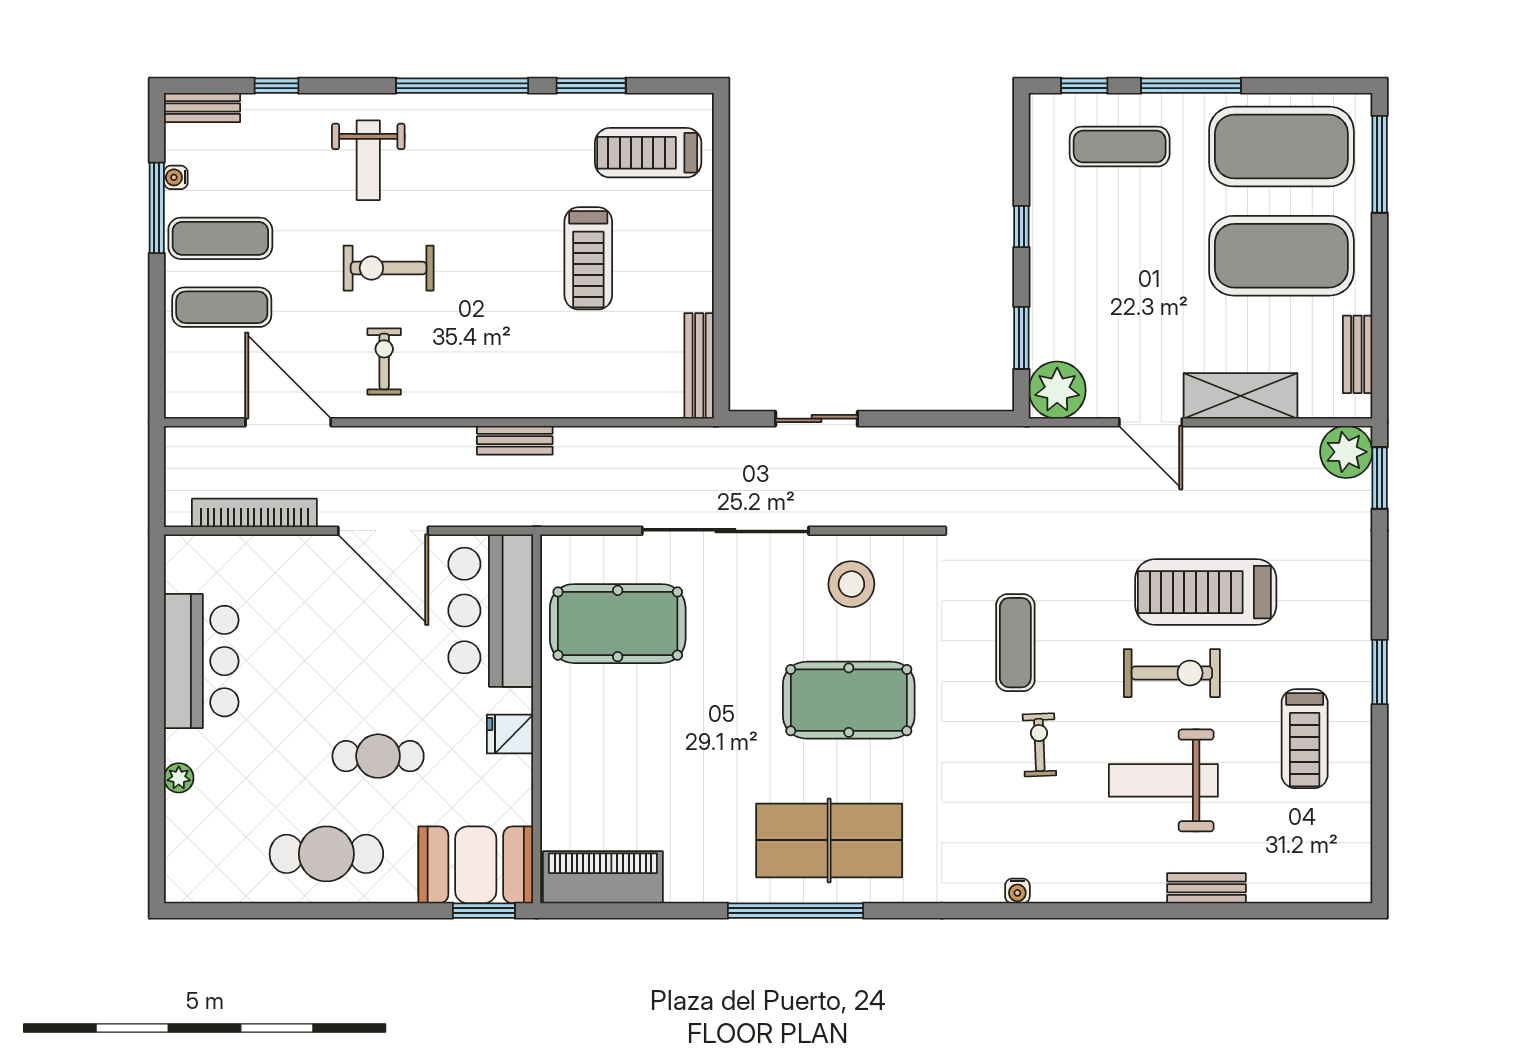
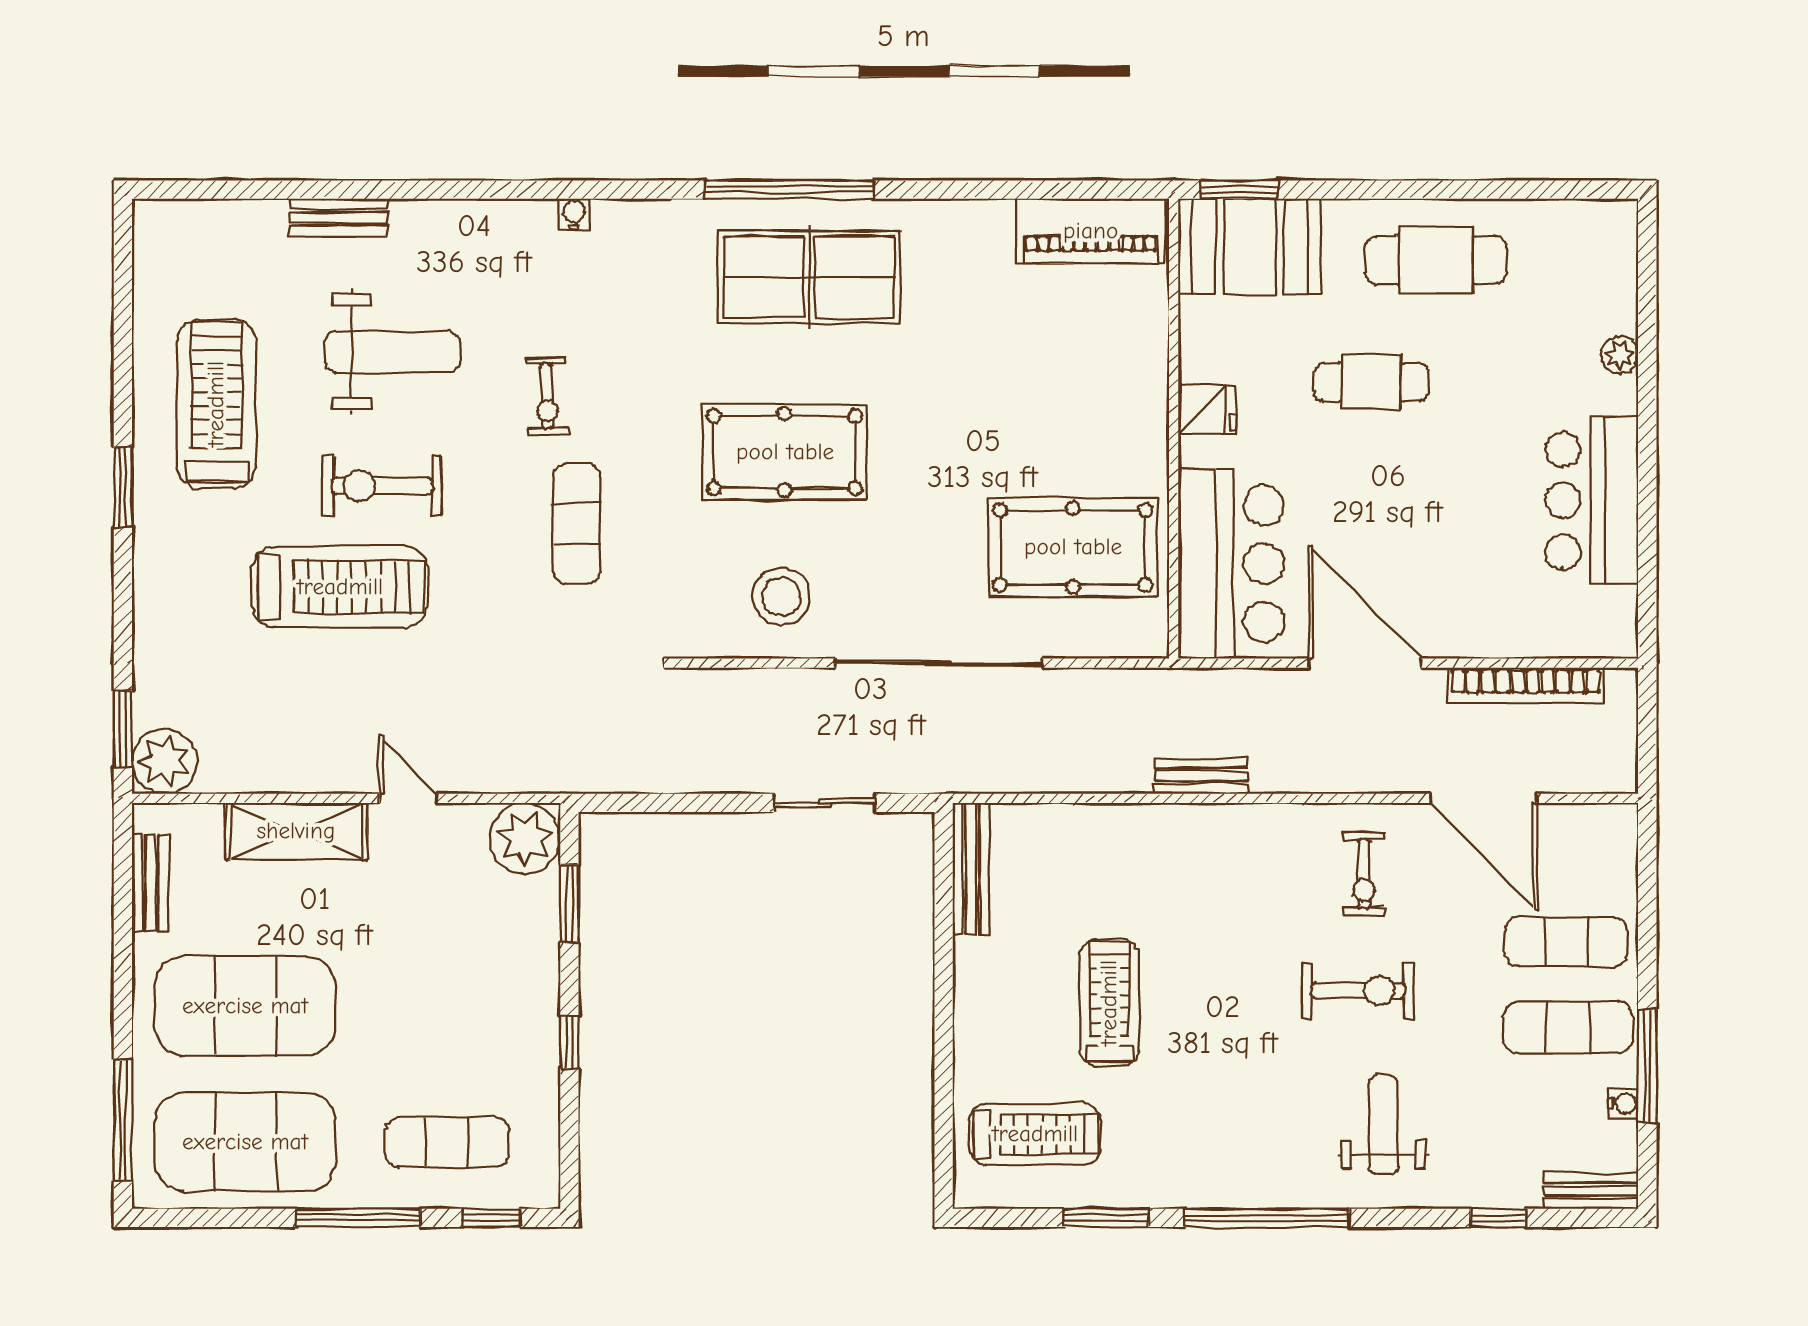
door: (1151, 422) -> (408, 798), width x0.73
treadmill: (1305, 739) -> (216, 404), width x1.37, depth x1.38
window: (796, 911) -> (790, 190), moved

